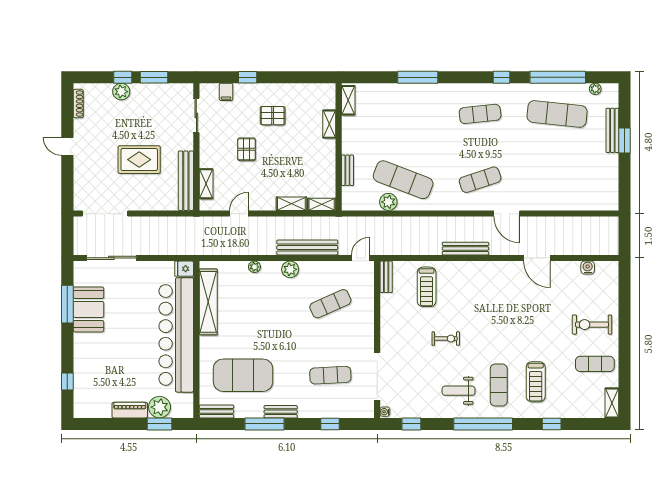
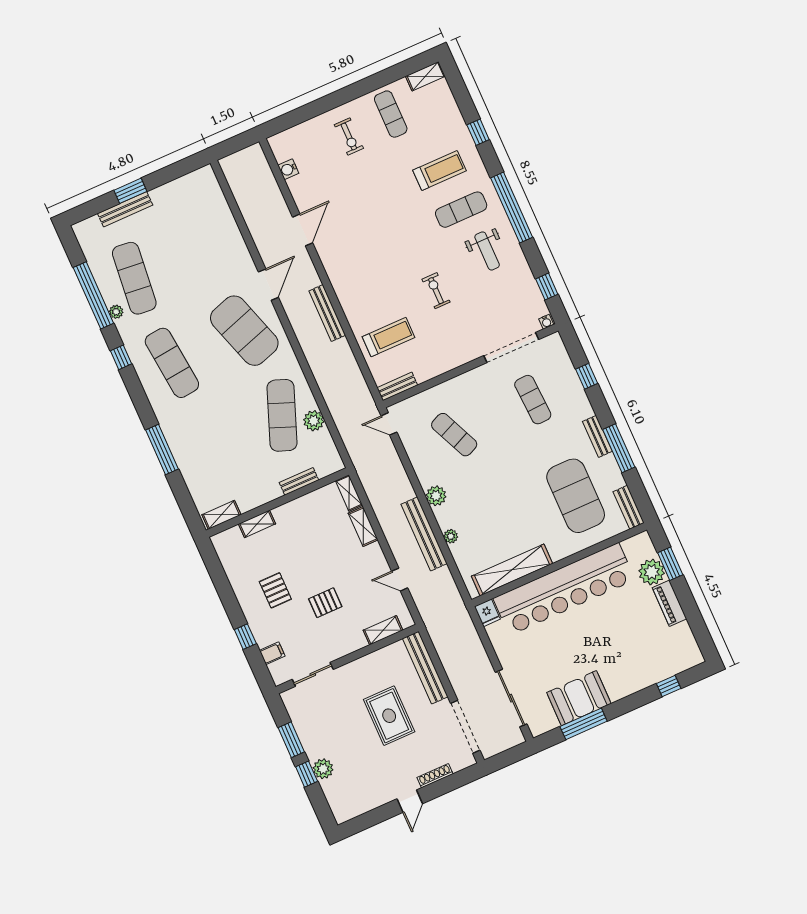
plant: (595, 89) -> (116, 312), moved
shoe rack: (78, 104) -> (435, 776), moved
exercise mat: (480, 114) -> (172, 363), width x1.36, depth x1.45
exercise mat: (480, 180) -> (244, 331), width x2.00, depth x1.45
bench: (186, 181) -> (425, 668), moved, turned 90
bench: (307, 247) -> (424, 534), moved
exercise bike: (592, 325) -> (349, 137), width x0.73, depth x0.72

